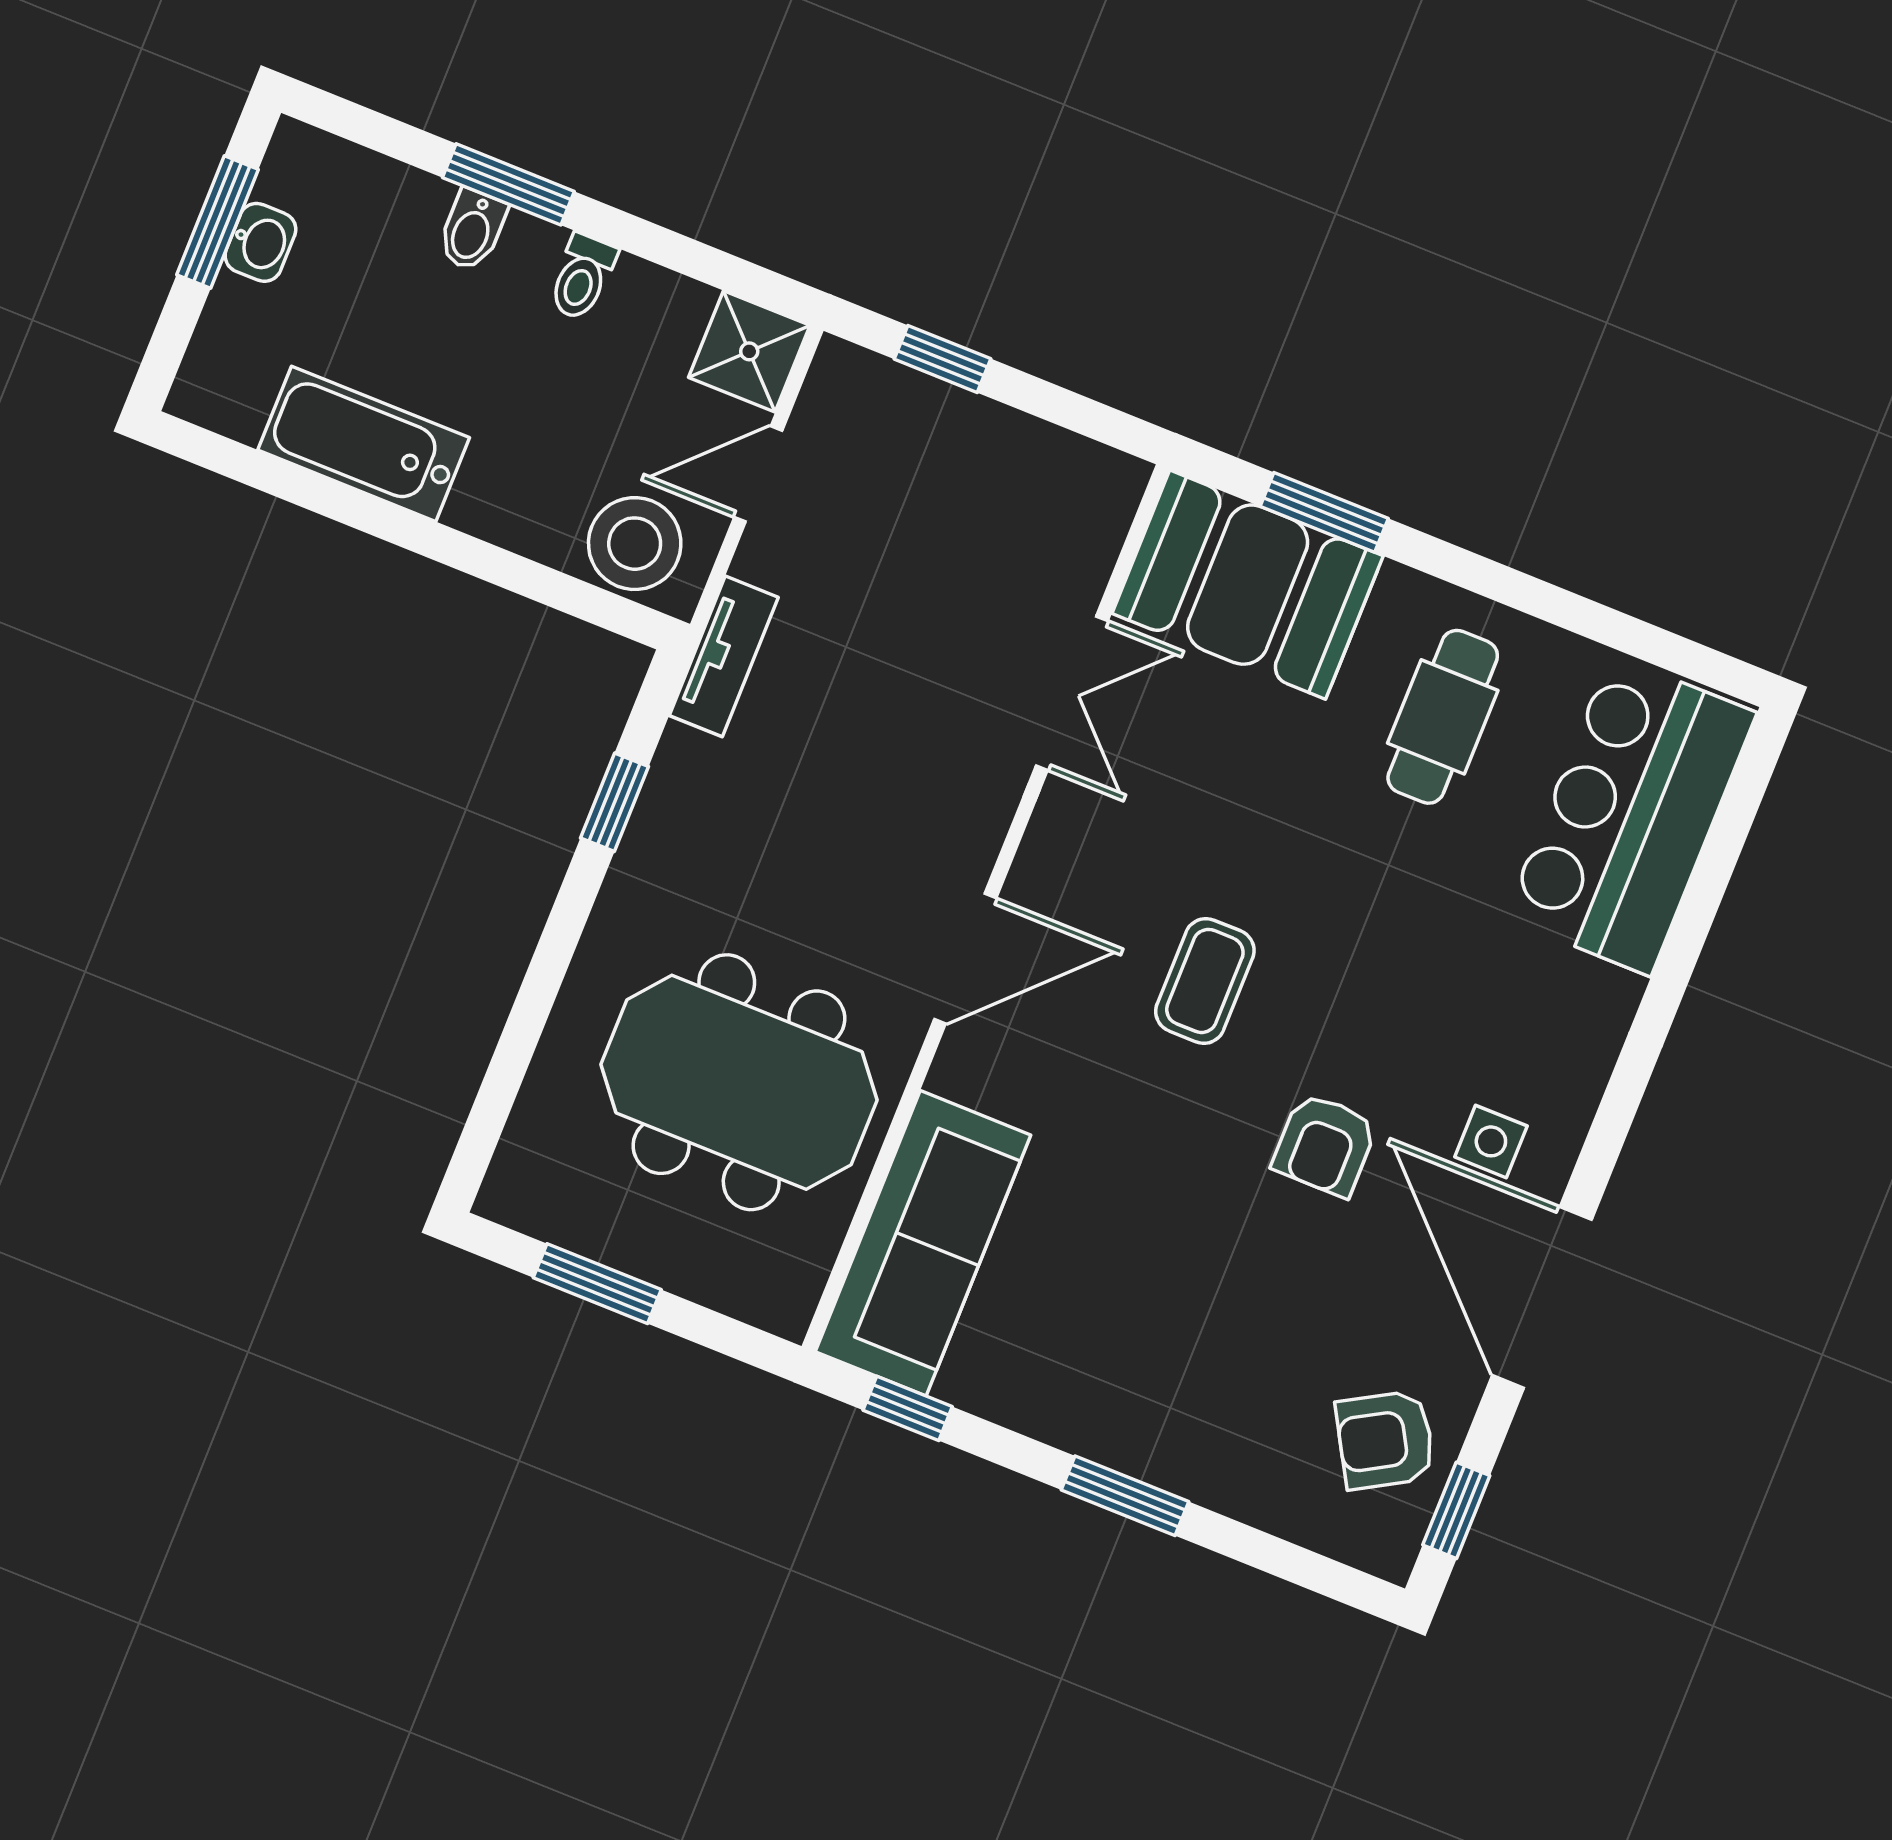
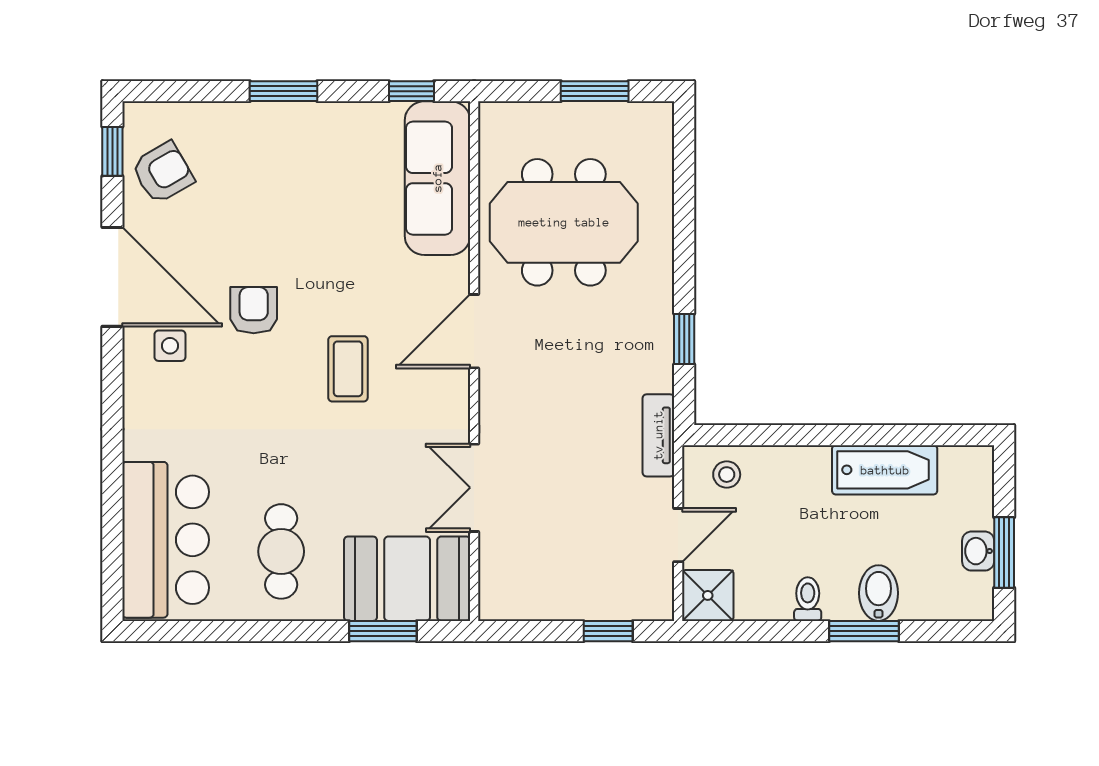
bidet: (472, 230) -> (879, 593), width x1.38, depth x1.36
stool: (635, 544) -> (727, 475), width x0.53, depth x0.53

